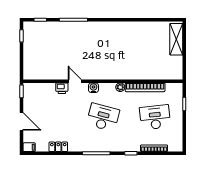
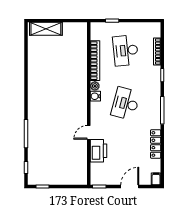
printer: (62, 88) -> (99, 151), width x1.87, depth x1.48
water cooler: (93, 88) -> (95, 96), moved
locker: (58, 147) -> (156, 144), width x1.53

